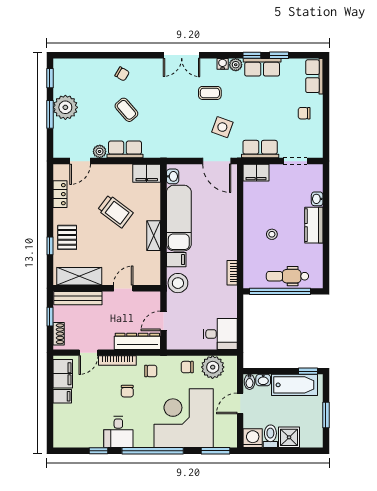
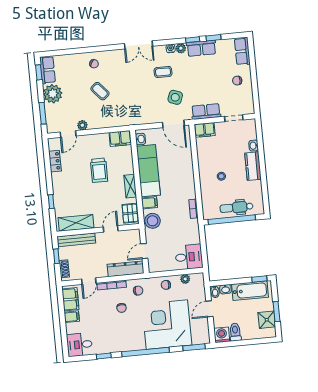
window: (50, 114) -> (43, 113), moved
row of seats: (125, 149) -> (47, 70), moved, turned 90
trolley: (115, 211) -> (99, 170), turned 53
pallet: (67, 237) -> (130, 213), moved
plant: (213, 367) -> (185, 279), width x0.53, depth x0.53
desk: (118, 432) -> (80, 345), moved, turned 90
shower: (289, 437) -> (267, 320), moved

